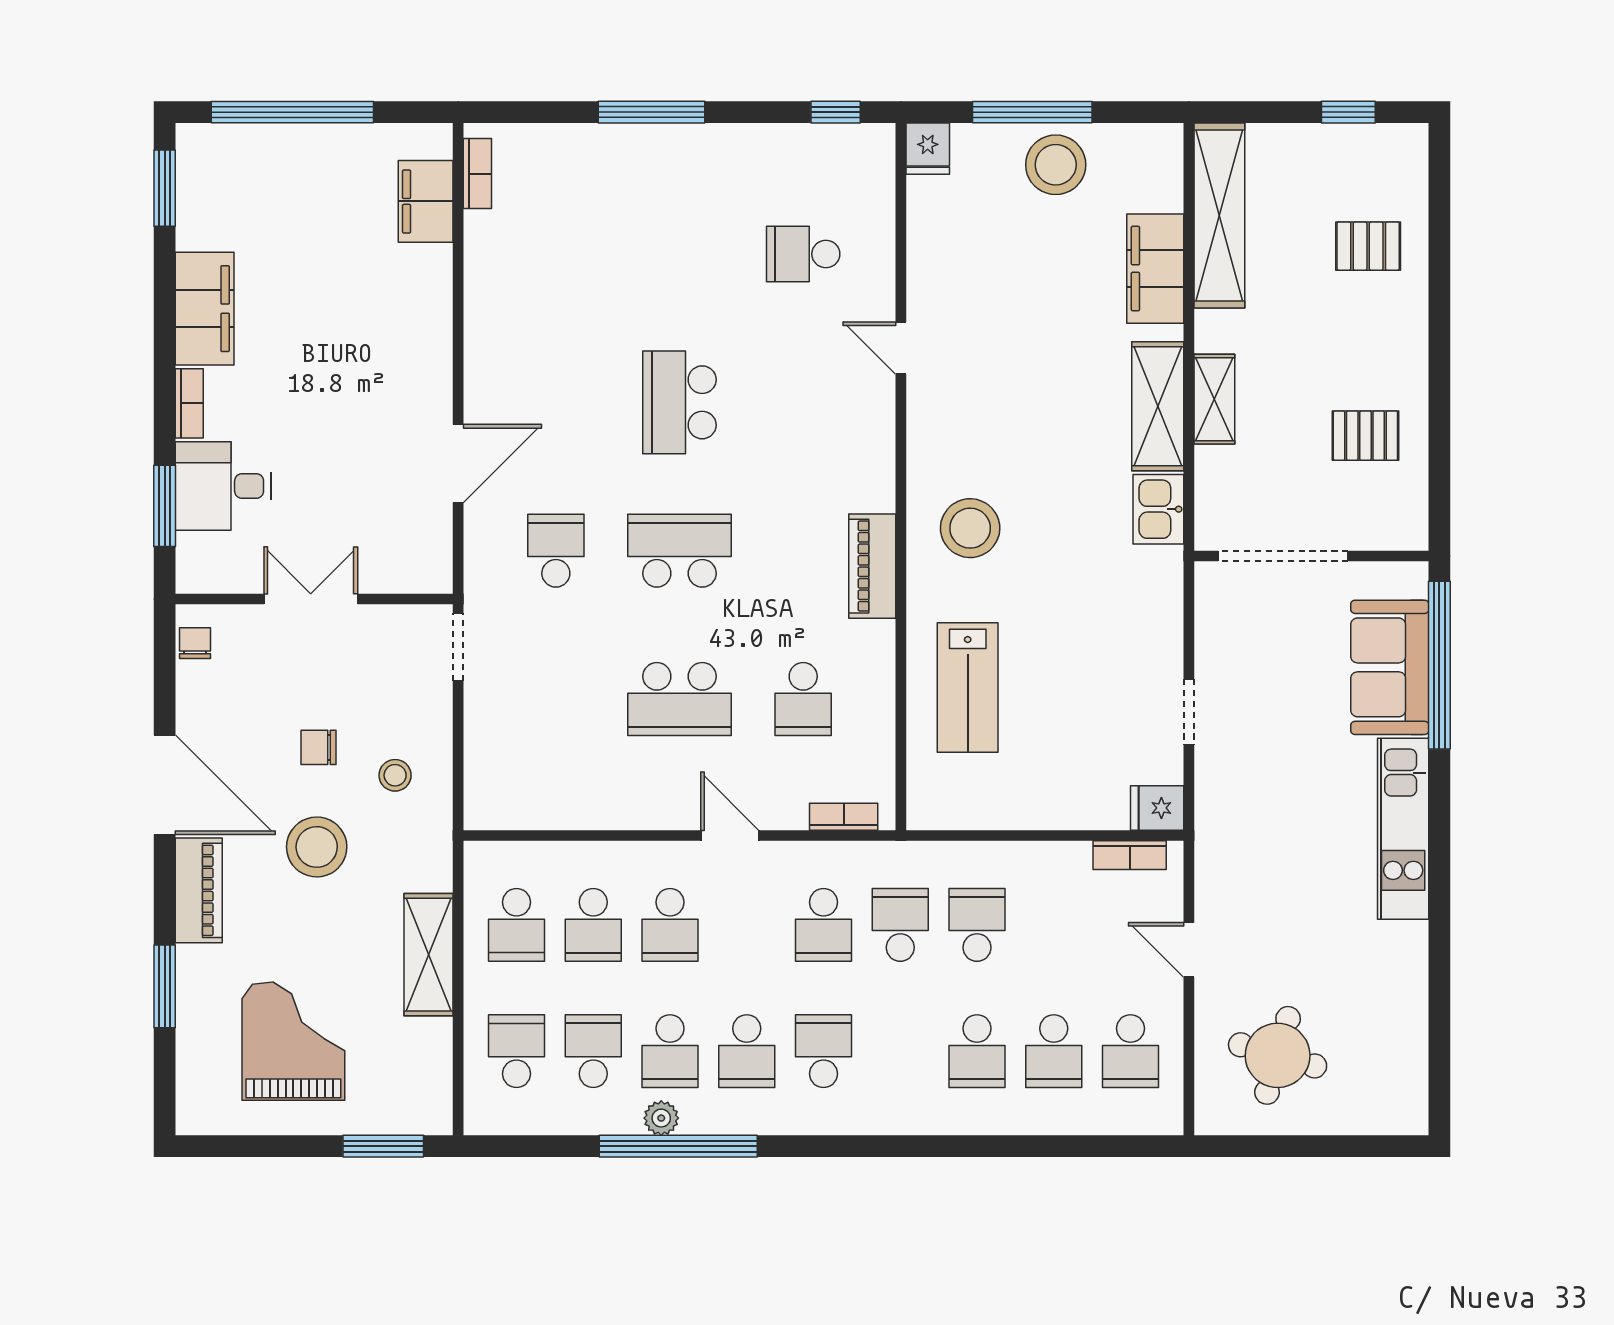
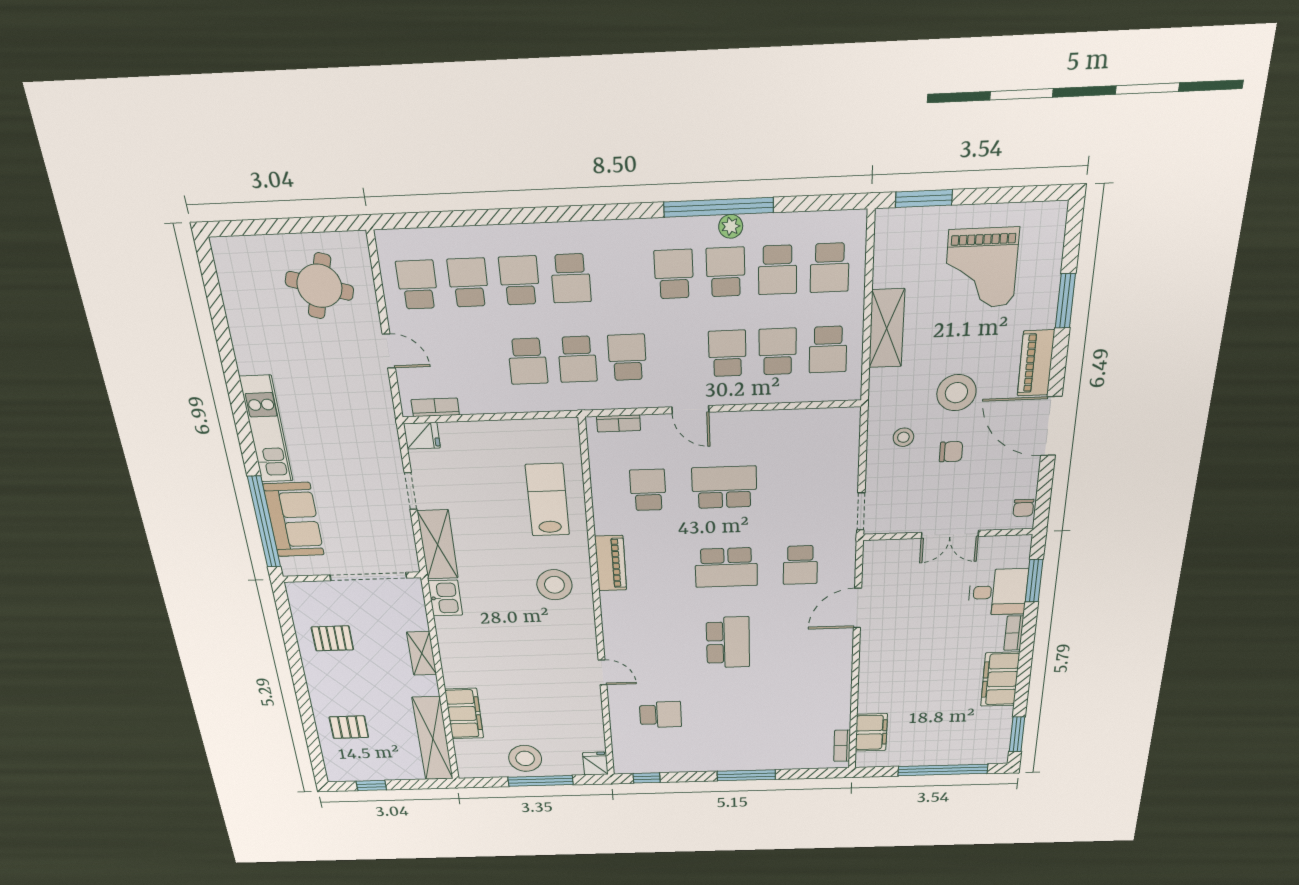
shelving: (1158, 406) -> (438, 545), moved
school desk: (517, 925) -> (828, 350), turned 180
school desk: (824, 1051) -> (571, 278), moved

